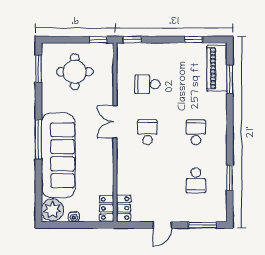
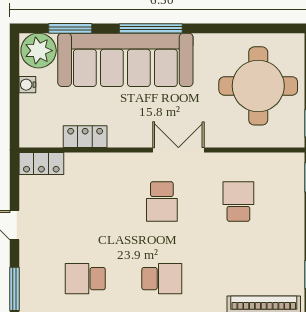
window: (38, 69) -> (70, 28), moved
round table: (75, 72) -> (258, 86), width x1.36, depth x1.36
school desk: (147, 132) -> (162, 201), turned 90
locker: (107, 208) -> (85, 137), moved

